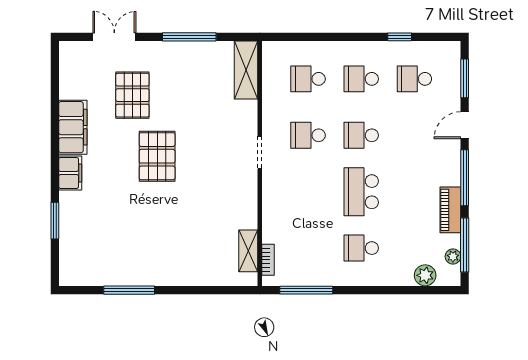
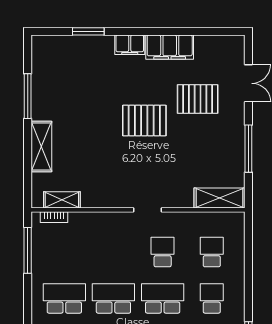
school desk: (361, 135) -> (163, 298), width x1.85
school desk: (361, 248) -> (64, 298), width x1.85
shelving: (187, 274) -> (41, 147), added

